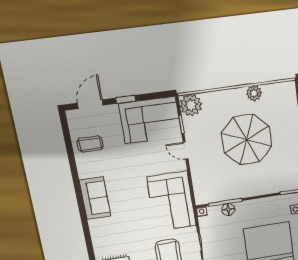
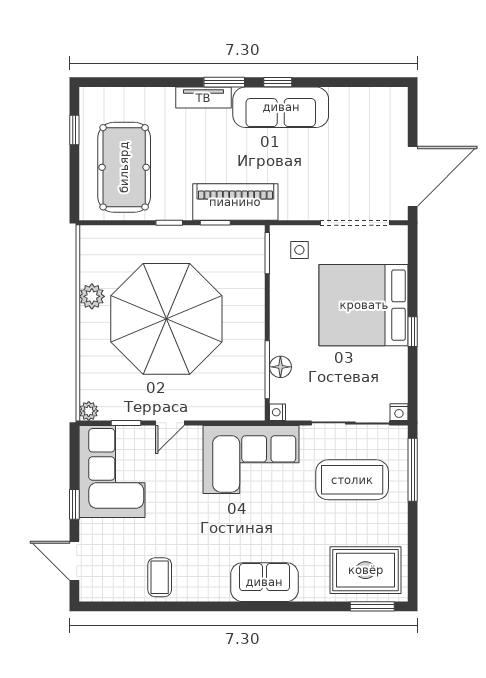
plant: (191, 105) -> (89, 411), width x0.53, depth x0.53
parasol: (247, 140) -> (166, 319), width x1.36, depth x1.36
coffee table: (90, 144) -> (160, 577), moved
sofa: (95, 198) -> (264, 582), moved

